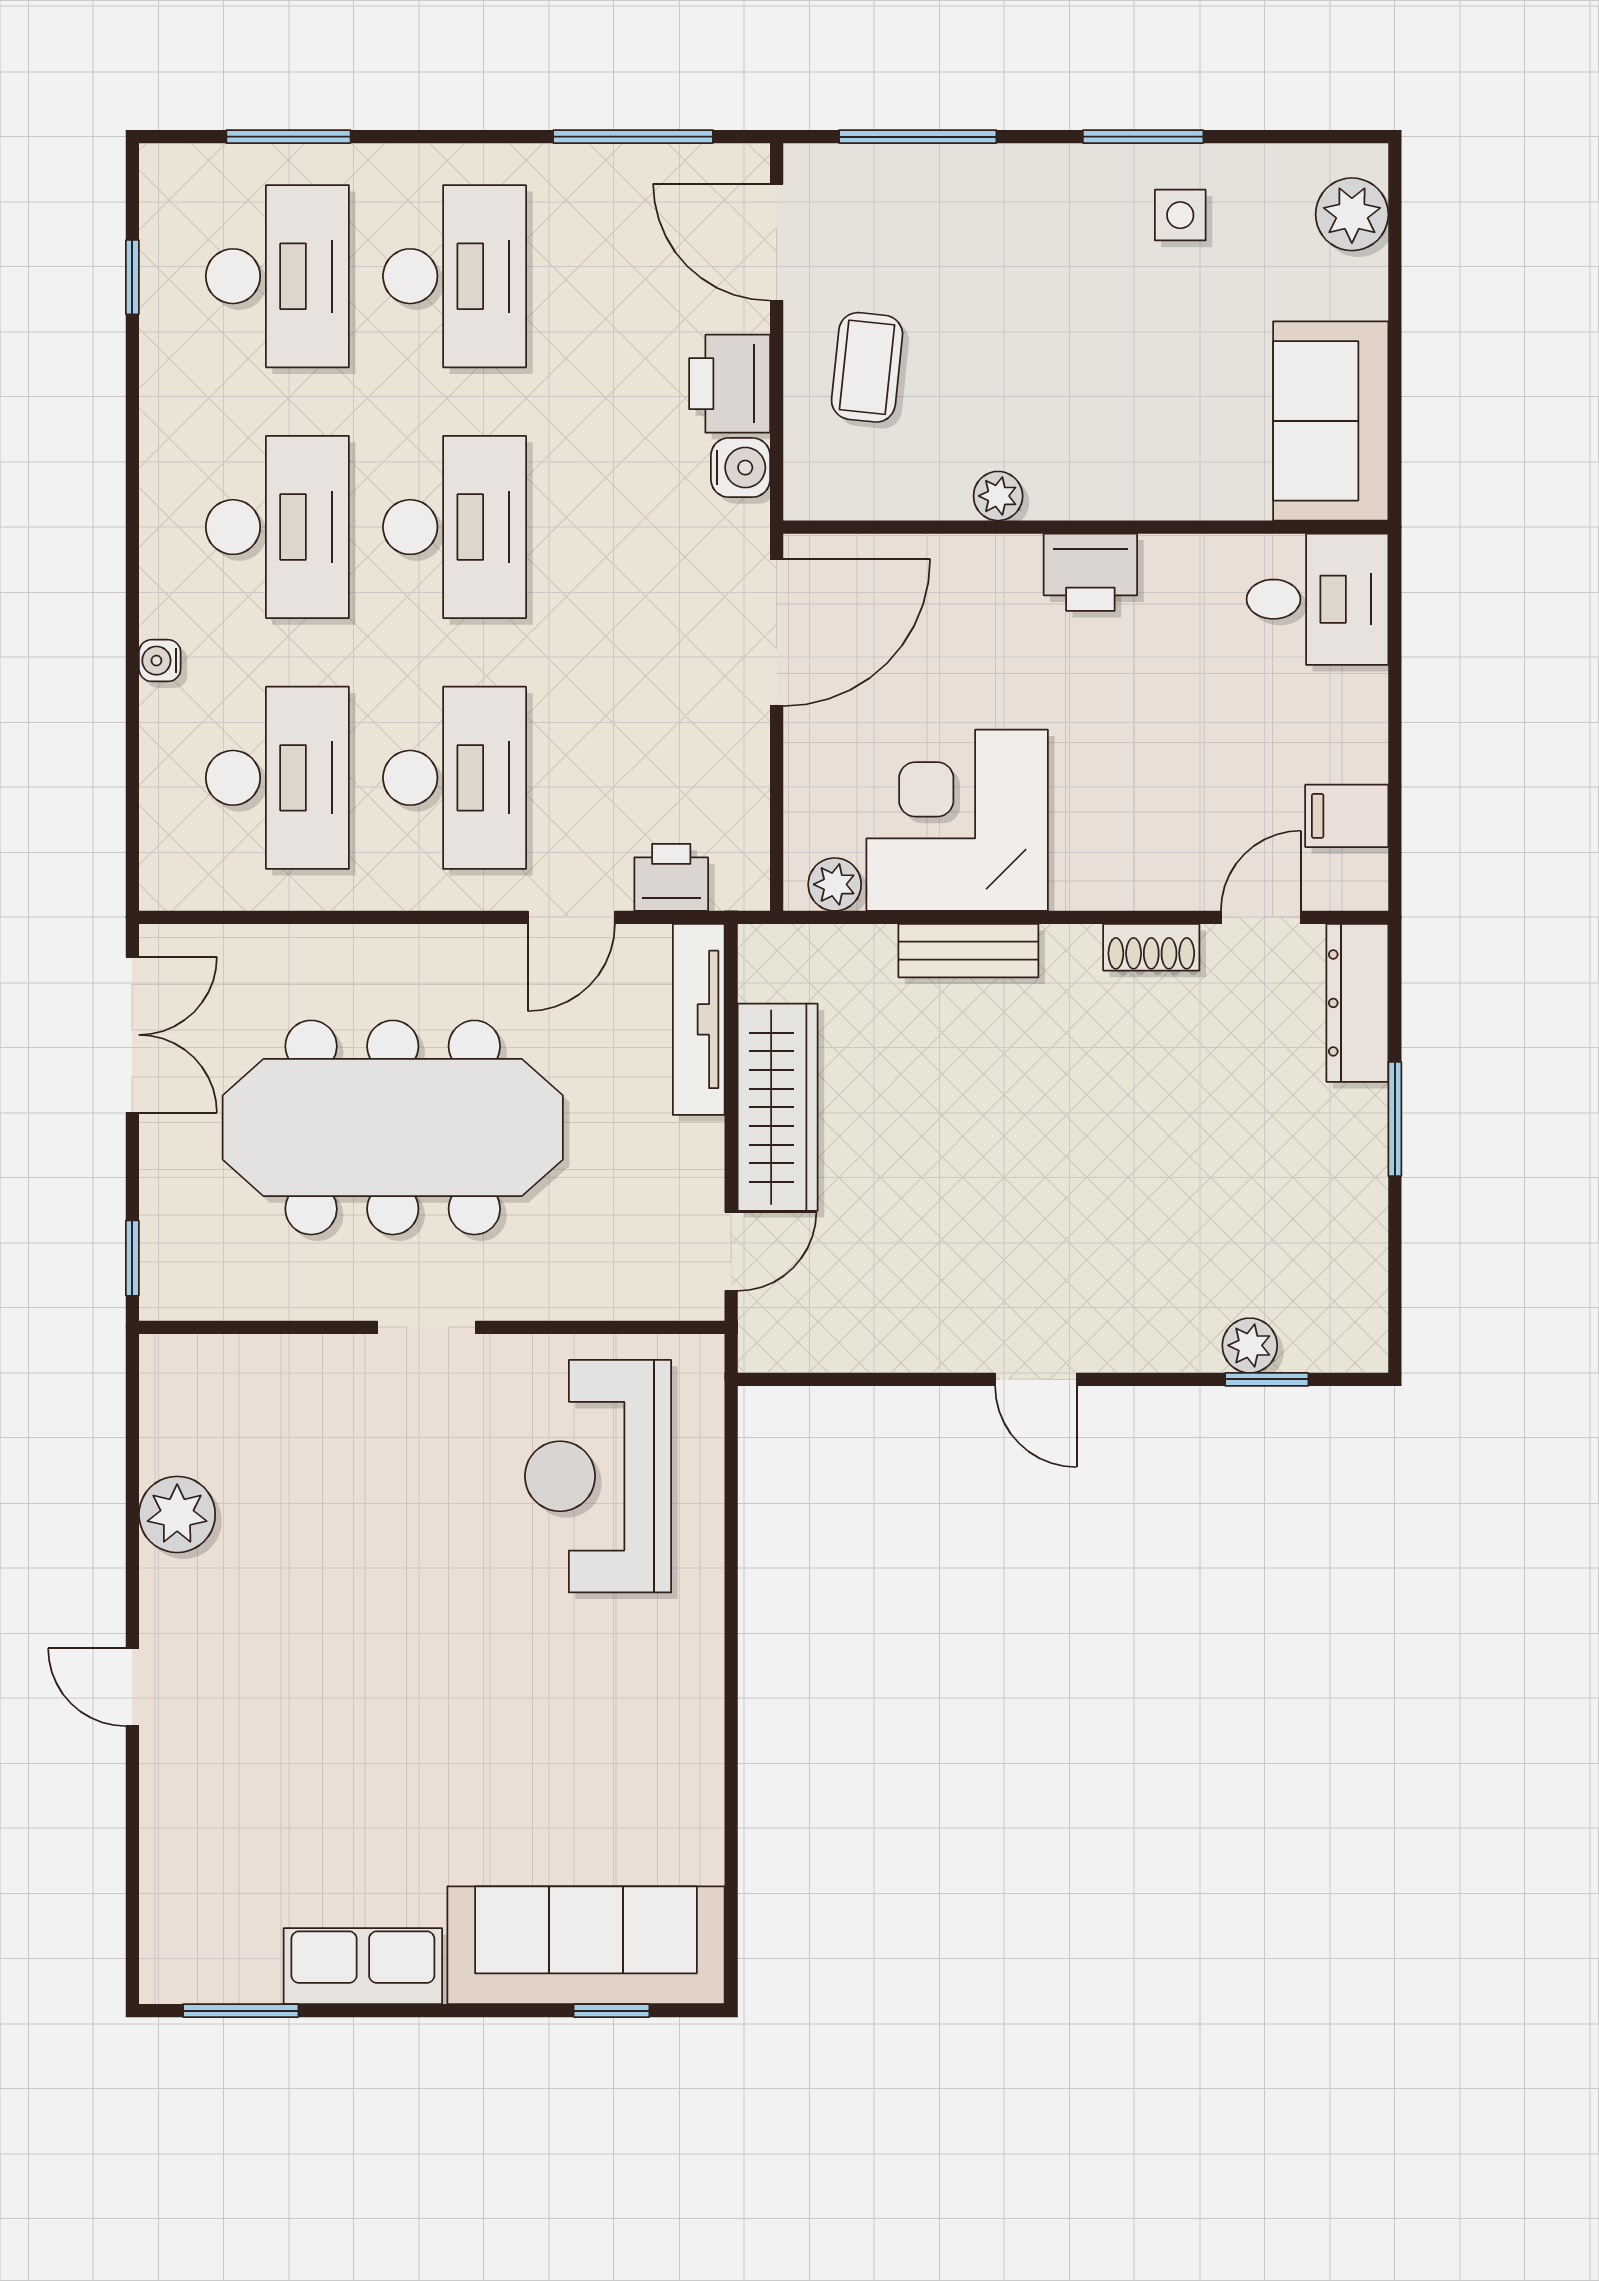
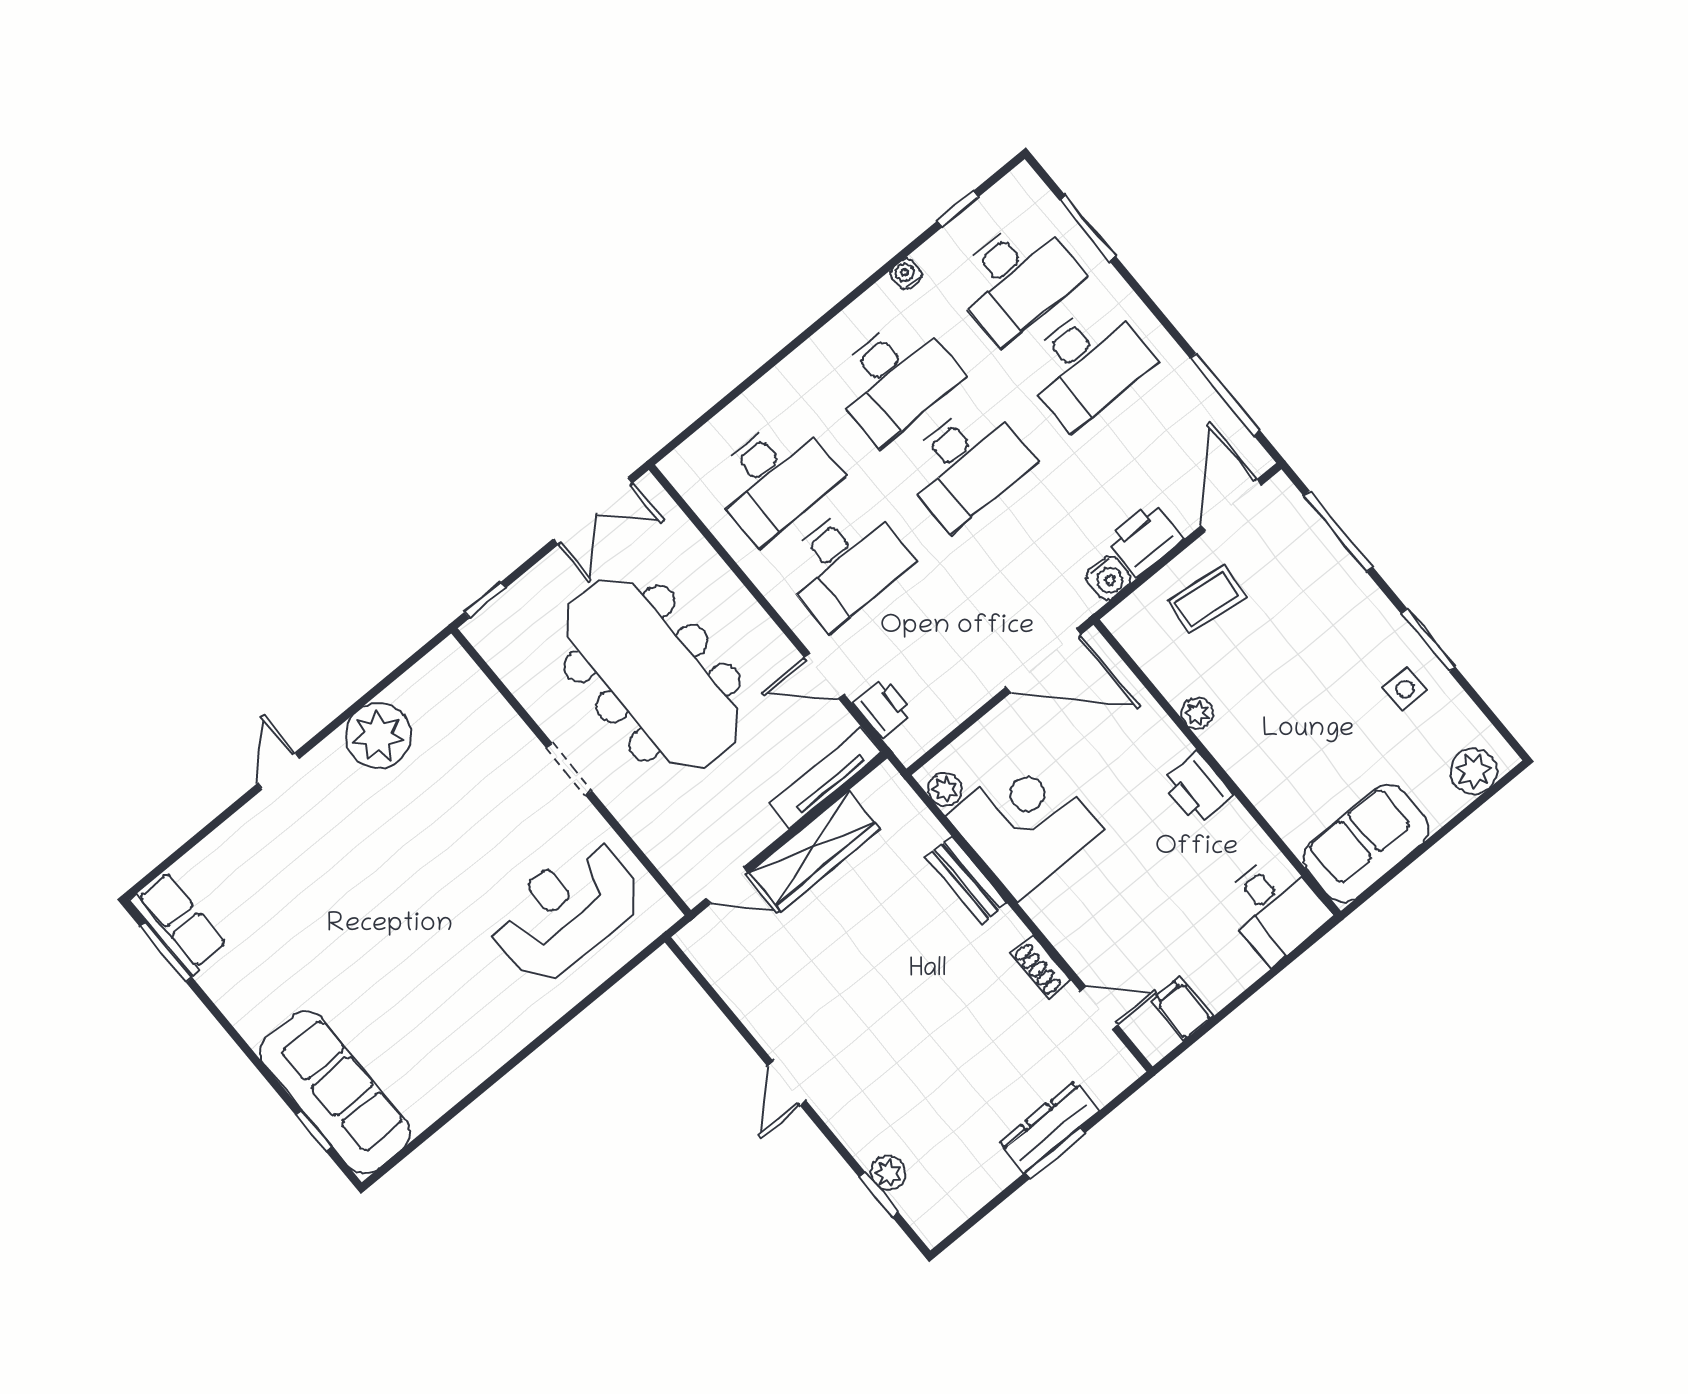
water cooler: (160, 661) -> (906, 274), moved
dresser: (1357, 1003) -> (1049, 1127), moved
plant: (177, 1514) -> (378, 736), width x1.36, depth x1.36
row of seats: (363, 1966) -> (178, 923), moved

